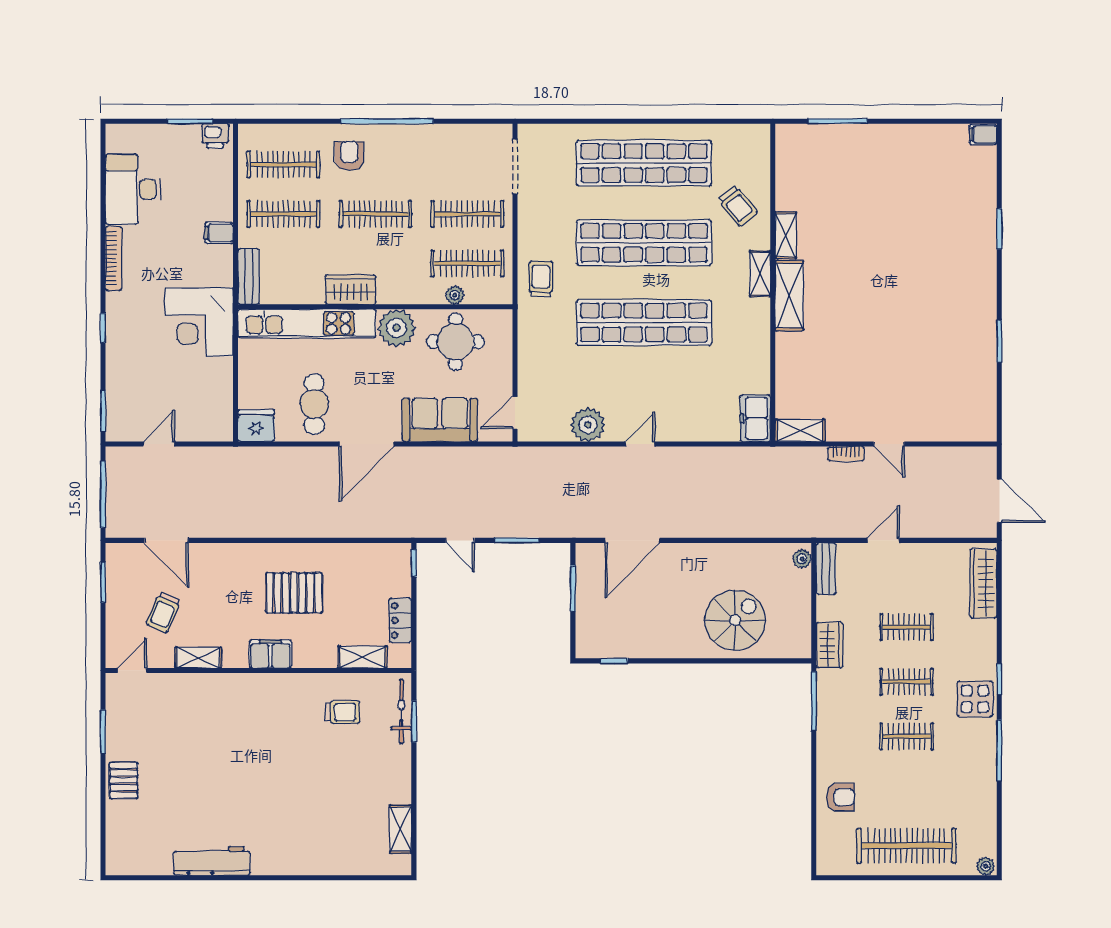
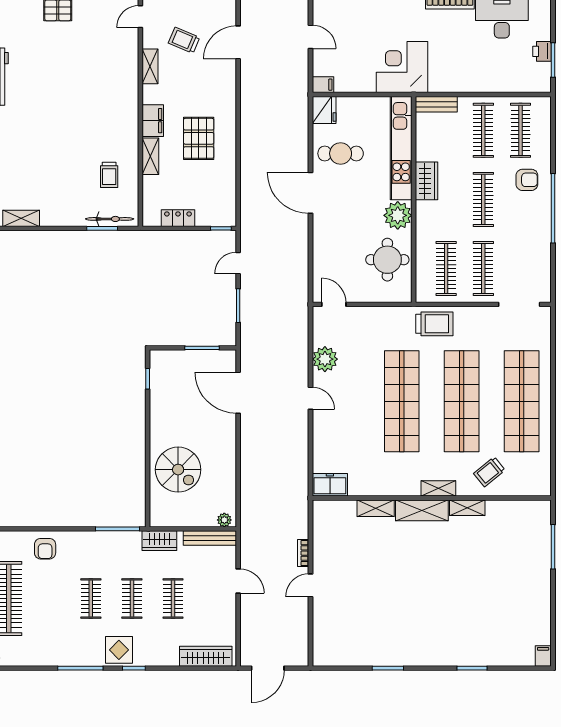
printer: (215, 136) -> (542, 51), moved
filing cabinet: (219, 233) -> (323, 85), moved, turned 90
trolley: (541, 279) -> (434, 324), width x1.36, depth x1.39
plant: (455, 295) -> (422, 259), removed
sofa: (440, 420) -> (329, 248), removed
shelving: (800, 431) -> (376, 508), moved, turned 90
bench: (826, 569) -> (210, 538), width x1.36
shelving: (363, 657) -> (150, 156), moved
door: (132, 670) -> (140, 17), swing flipped

